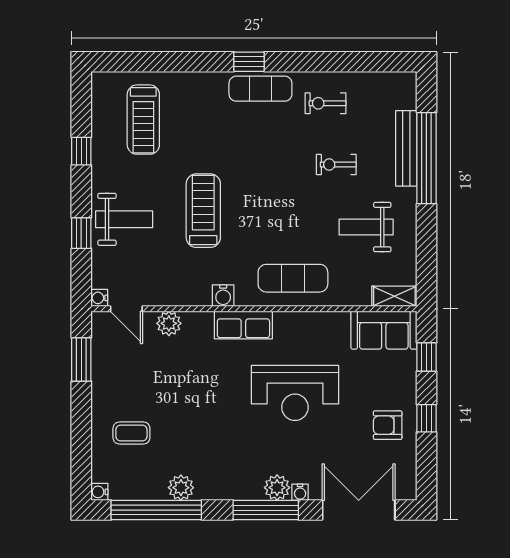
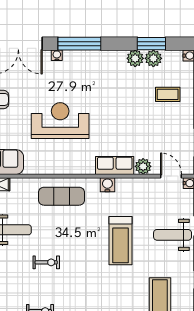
exercise bike: (336, 165) -> (46, 262), moved
row of seats: (243, 325) -> (115, 165), moved
plant: (277, 488) -> (153, 58), moved
window: (156, 510) -> (151, 44), width x0.47

